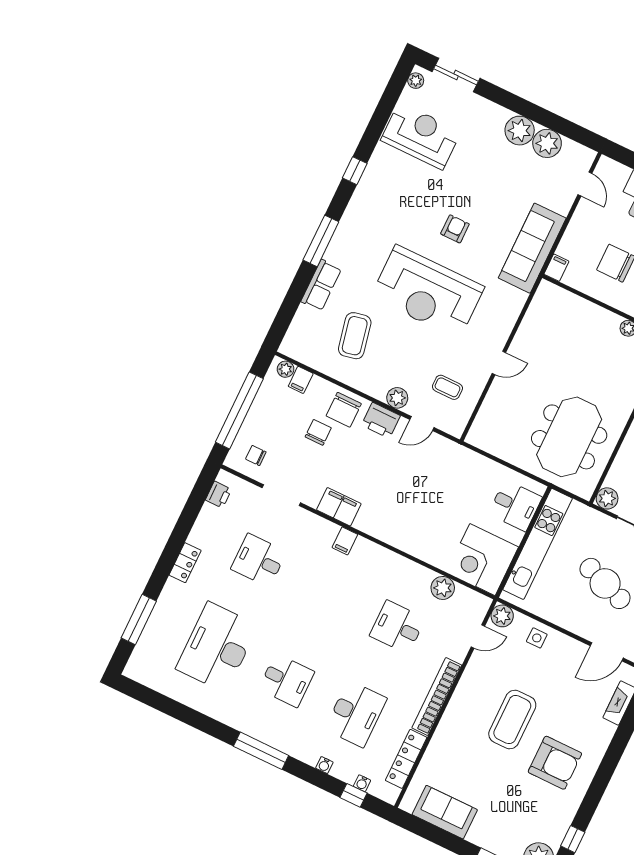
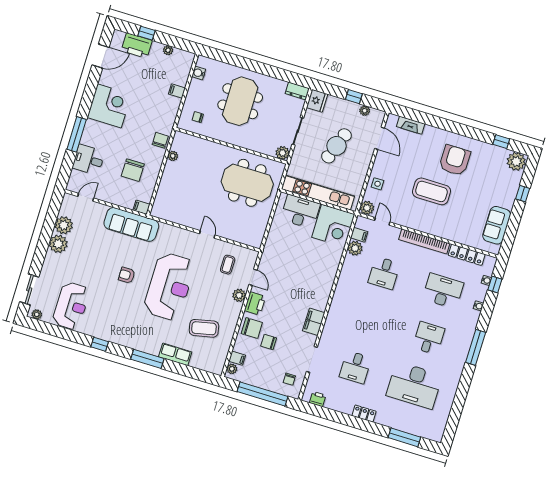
reception desk: (421, 136) -> (71, 306), turned 180
desk: (515, 506) -> (300, 212), width x1.37
filing cabinet: (345, 541) -> (359, 235), moved

